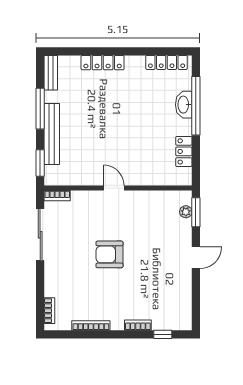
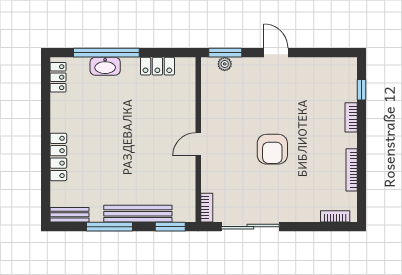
locker: (167, 62) -> (58, 77), width x0.66

